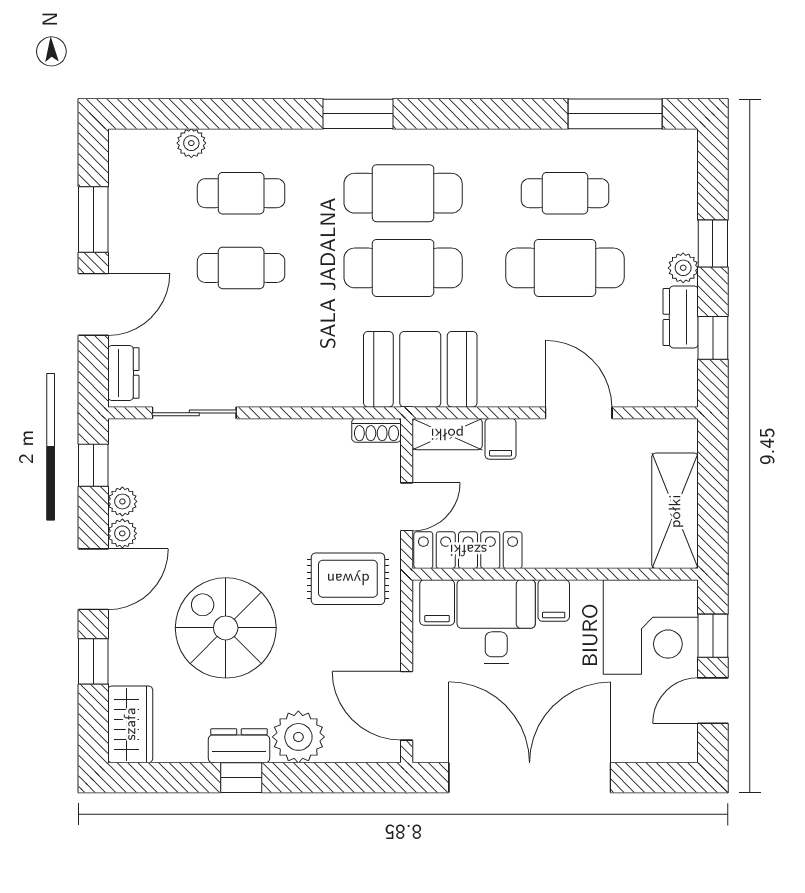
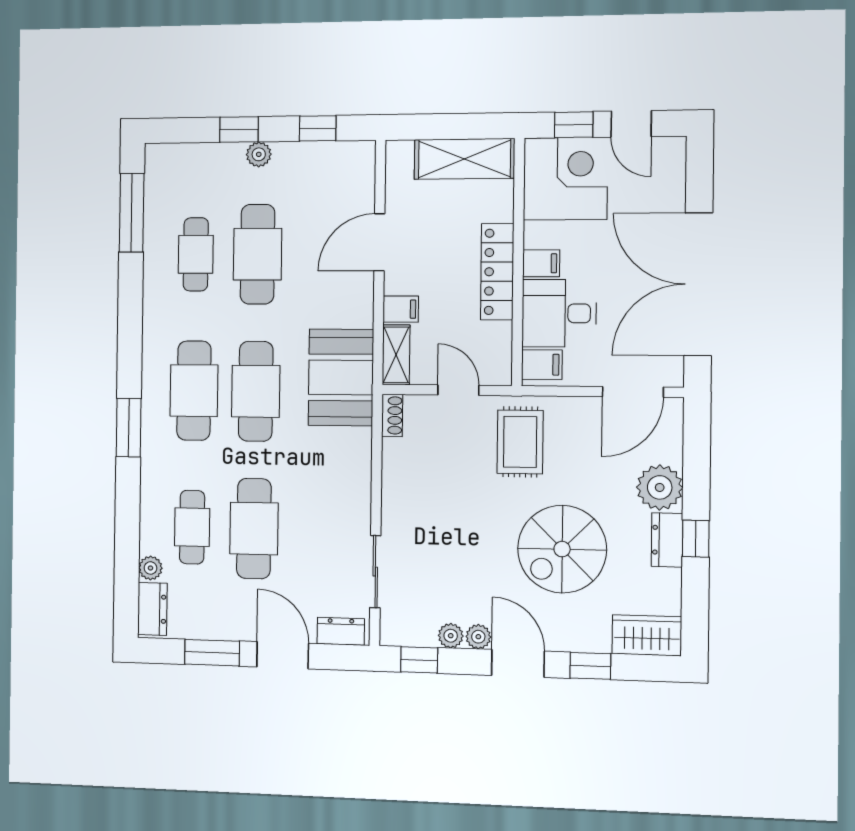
cafe table: (241, 268) -> (254, 529), width x1.37, depth x1.35
dresser: (681, 317) -> (152, 609), moved, turned -90
locker: (468, 550) -> (497, 272), moved

